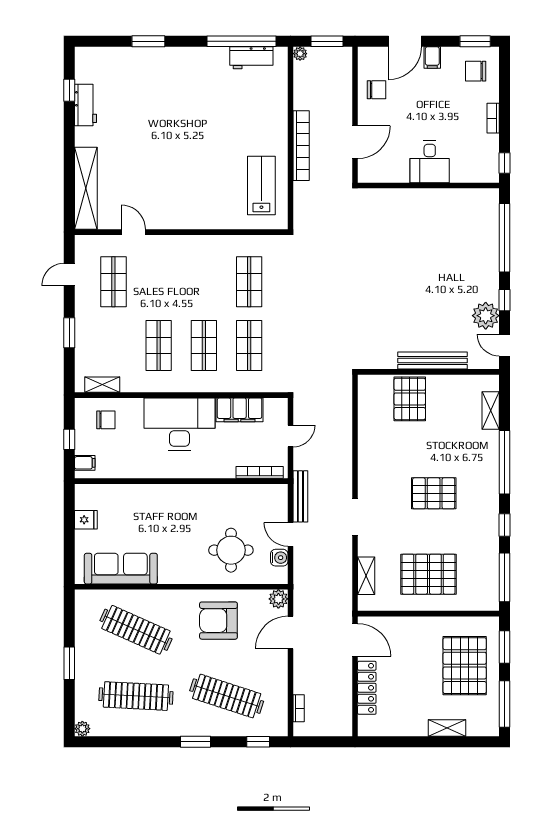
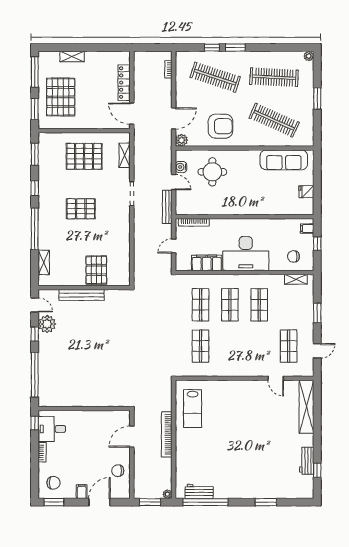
desk: (430, 162) -> (52, 429), moved, turned -90
window: (505, 577) -> (35, 154), width x0.69
window: (258, 742) -> (212, 48), moved

